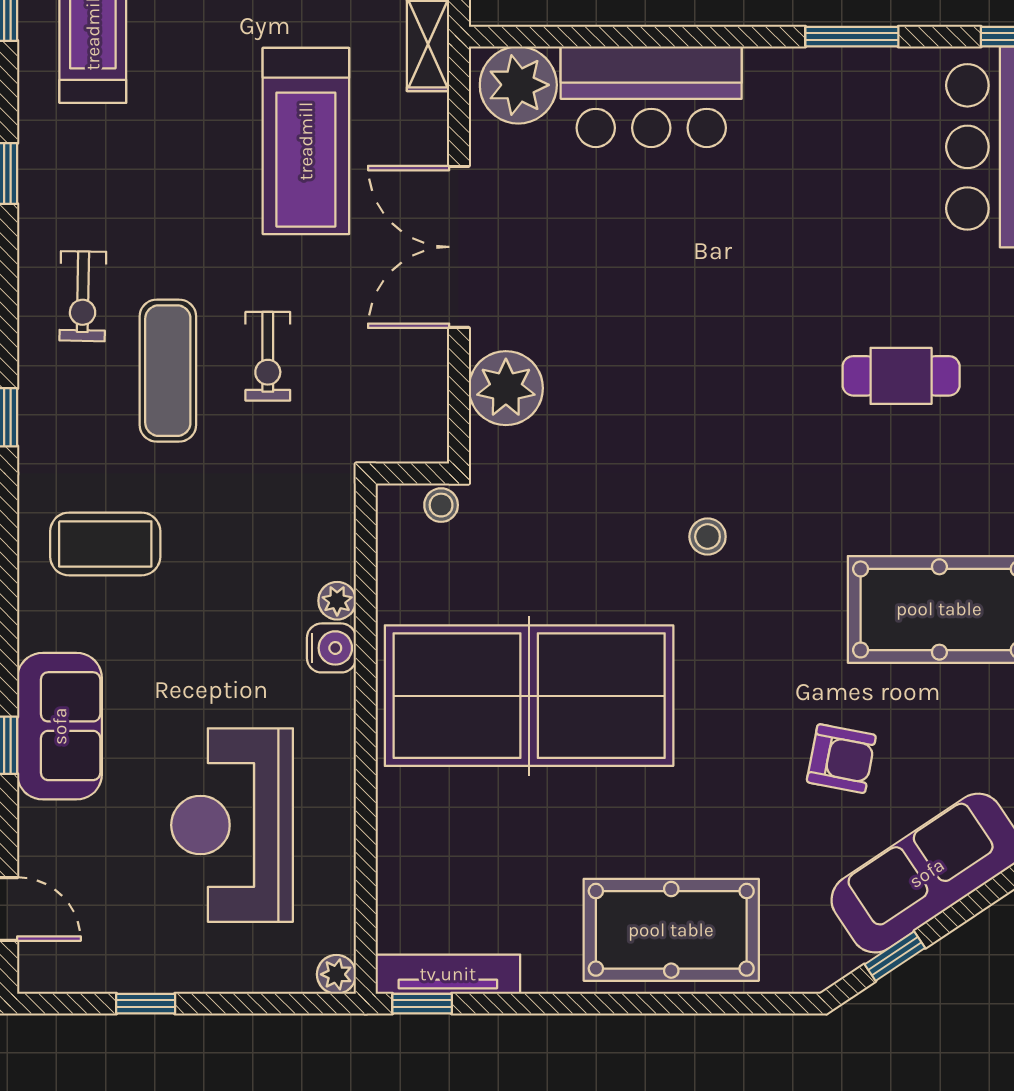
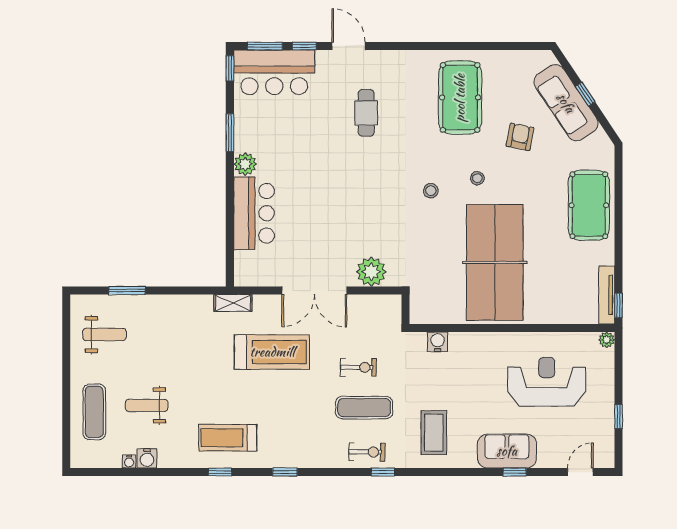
plant: (518, 85) -> (245, 164), moved, width x0.73, depth x0.73
exercise bike: (83, 296) -> (367, 452), moved
stool: (441, 505) -> (477, 178), moved
plant: (337, 601) -> (457, 340), removed
water cooler: (331, 648) -> (438, 342), moved
reception desk: (232, 825) -> (547, 382), turned 180
window: (895, 956) -> (585, 94), moved

